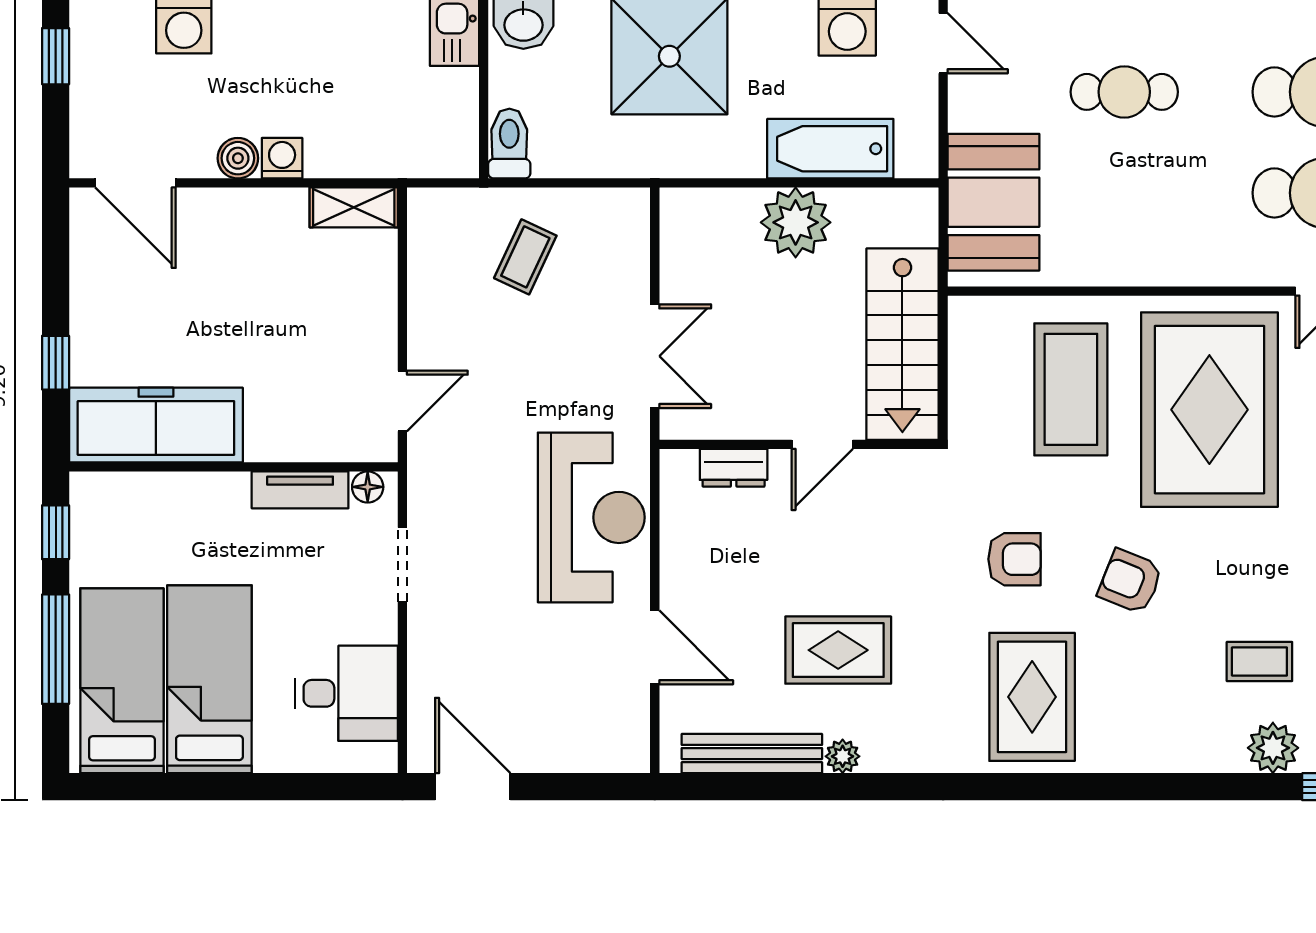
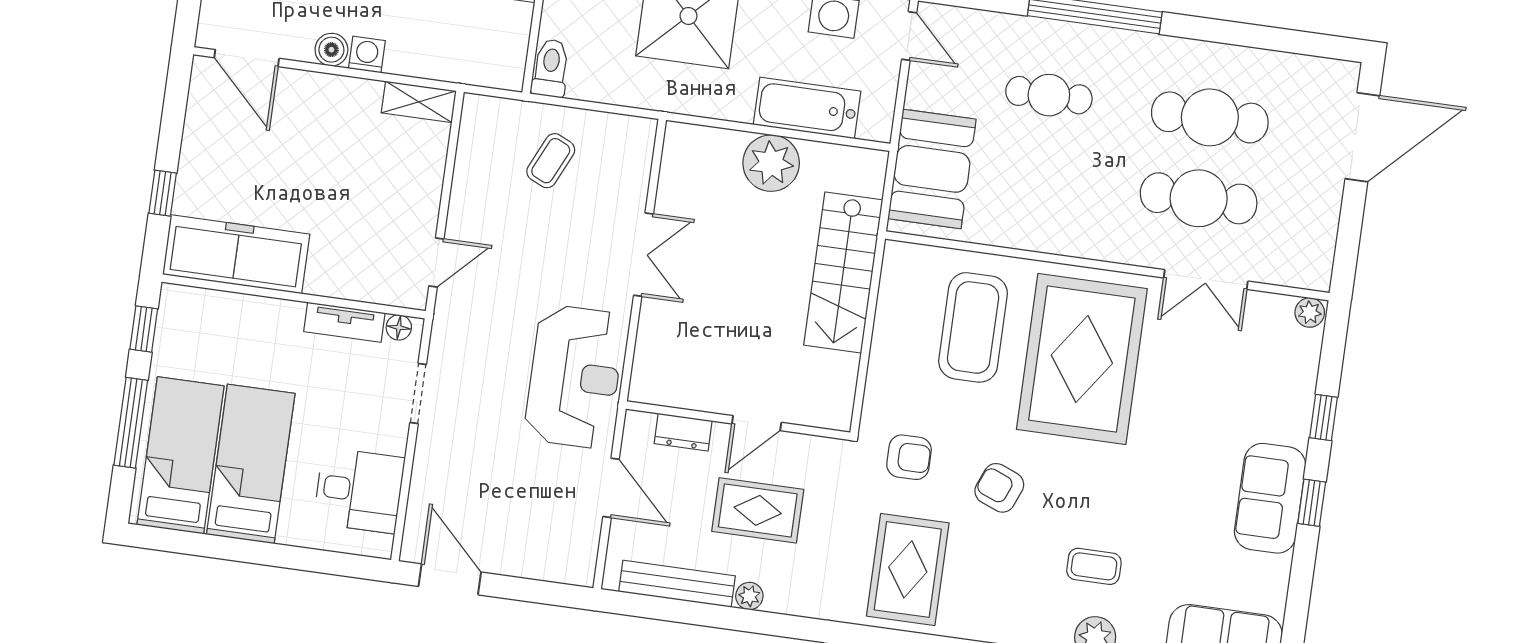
wall: (799, 444) -> (738, 421), moved
door: (822, 444) -> (757, 423), moved
dresser: (734, 468) -> (683, 432), moved

